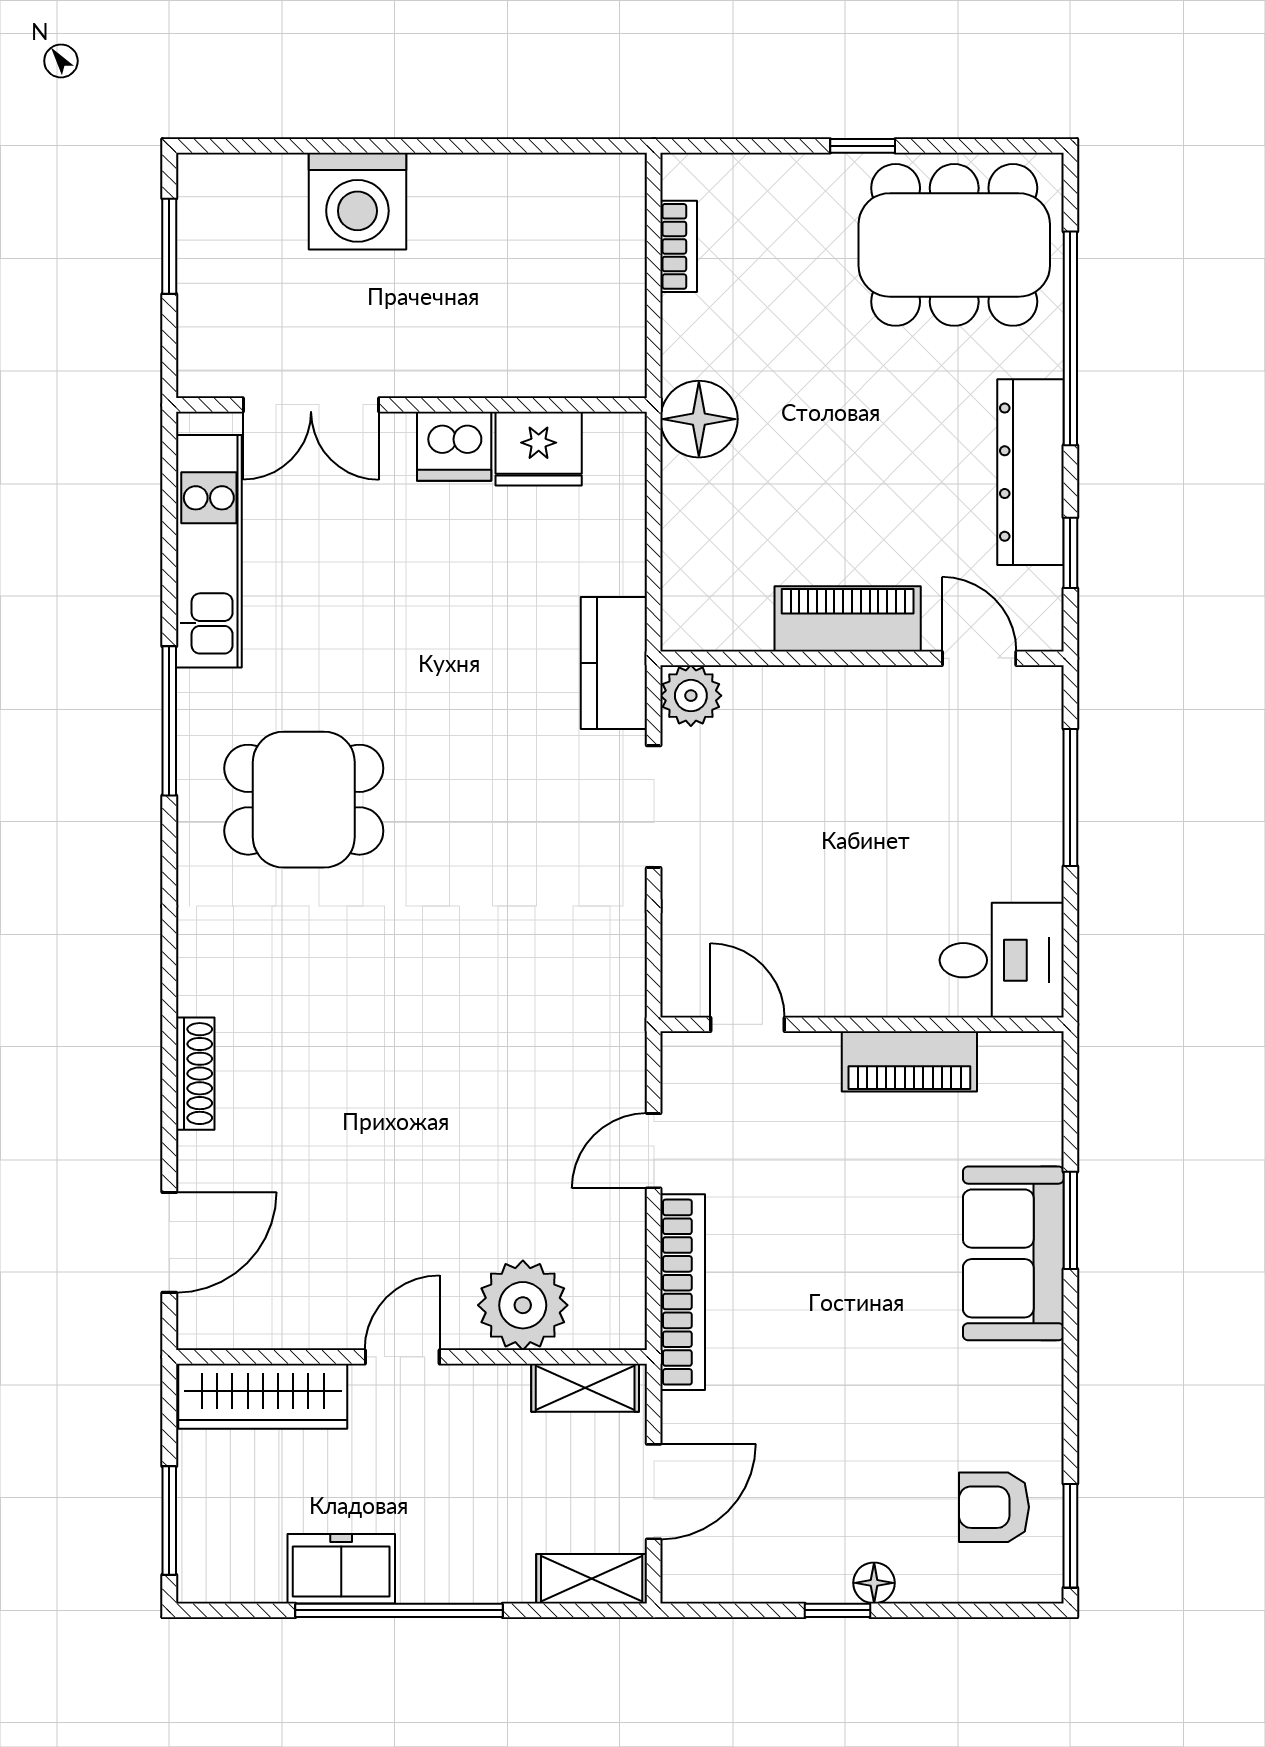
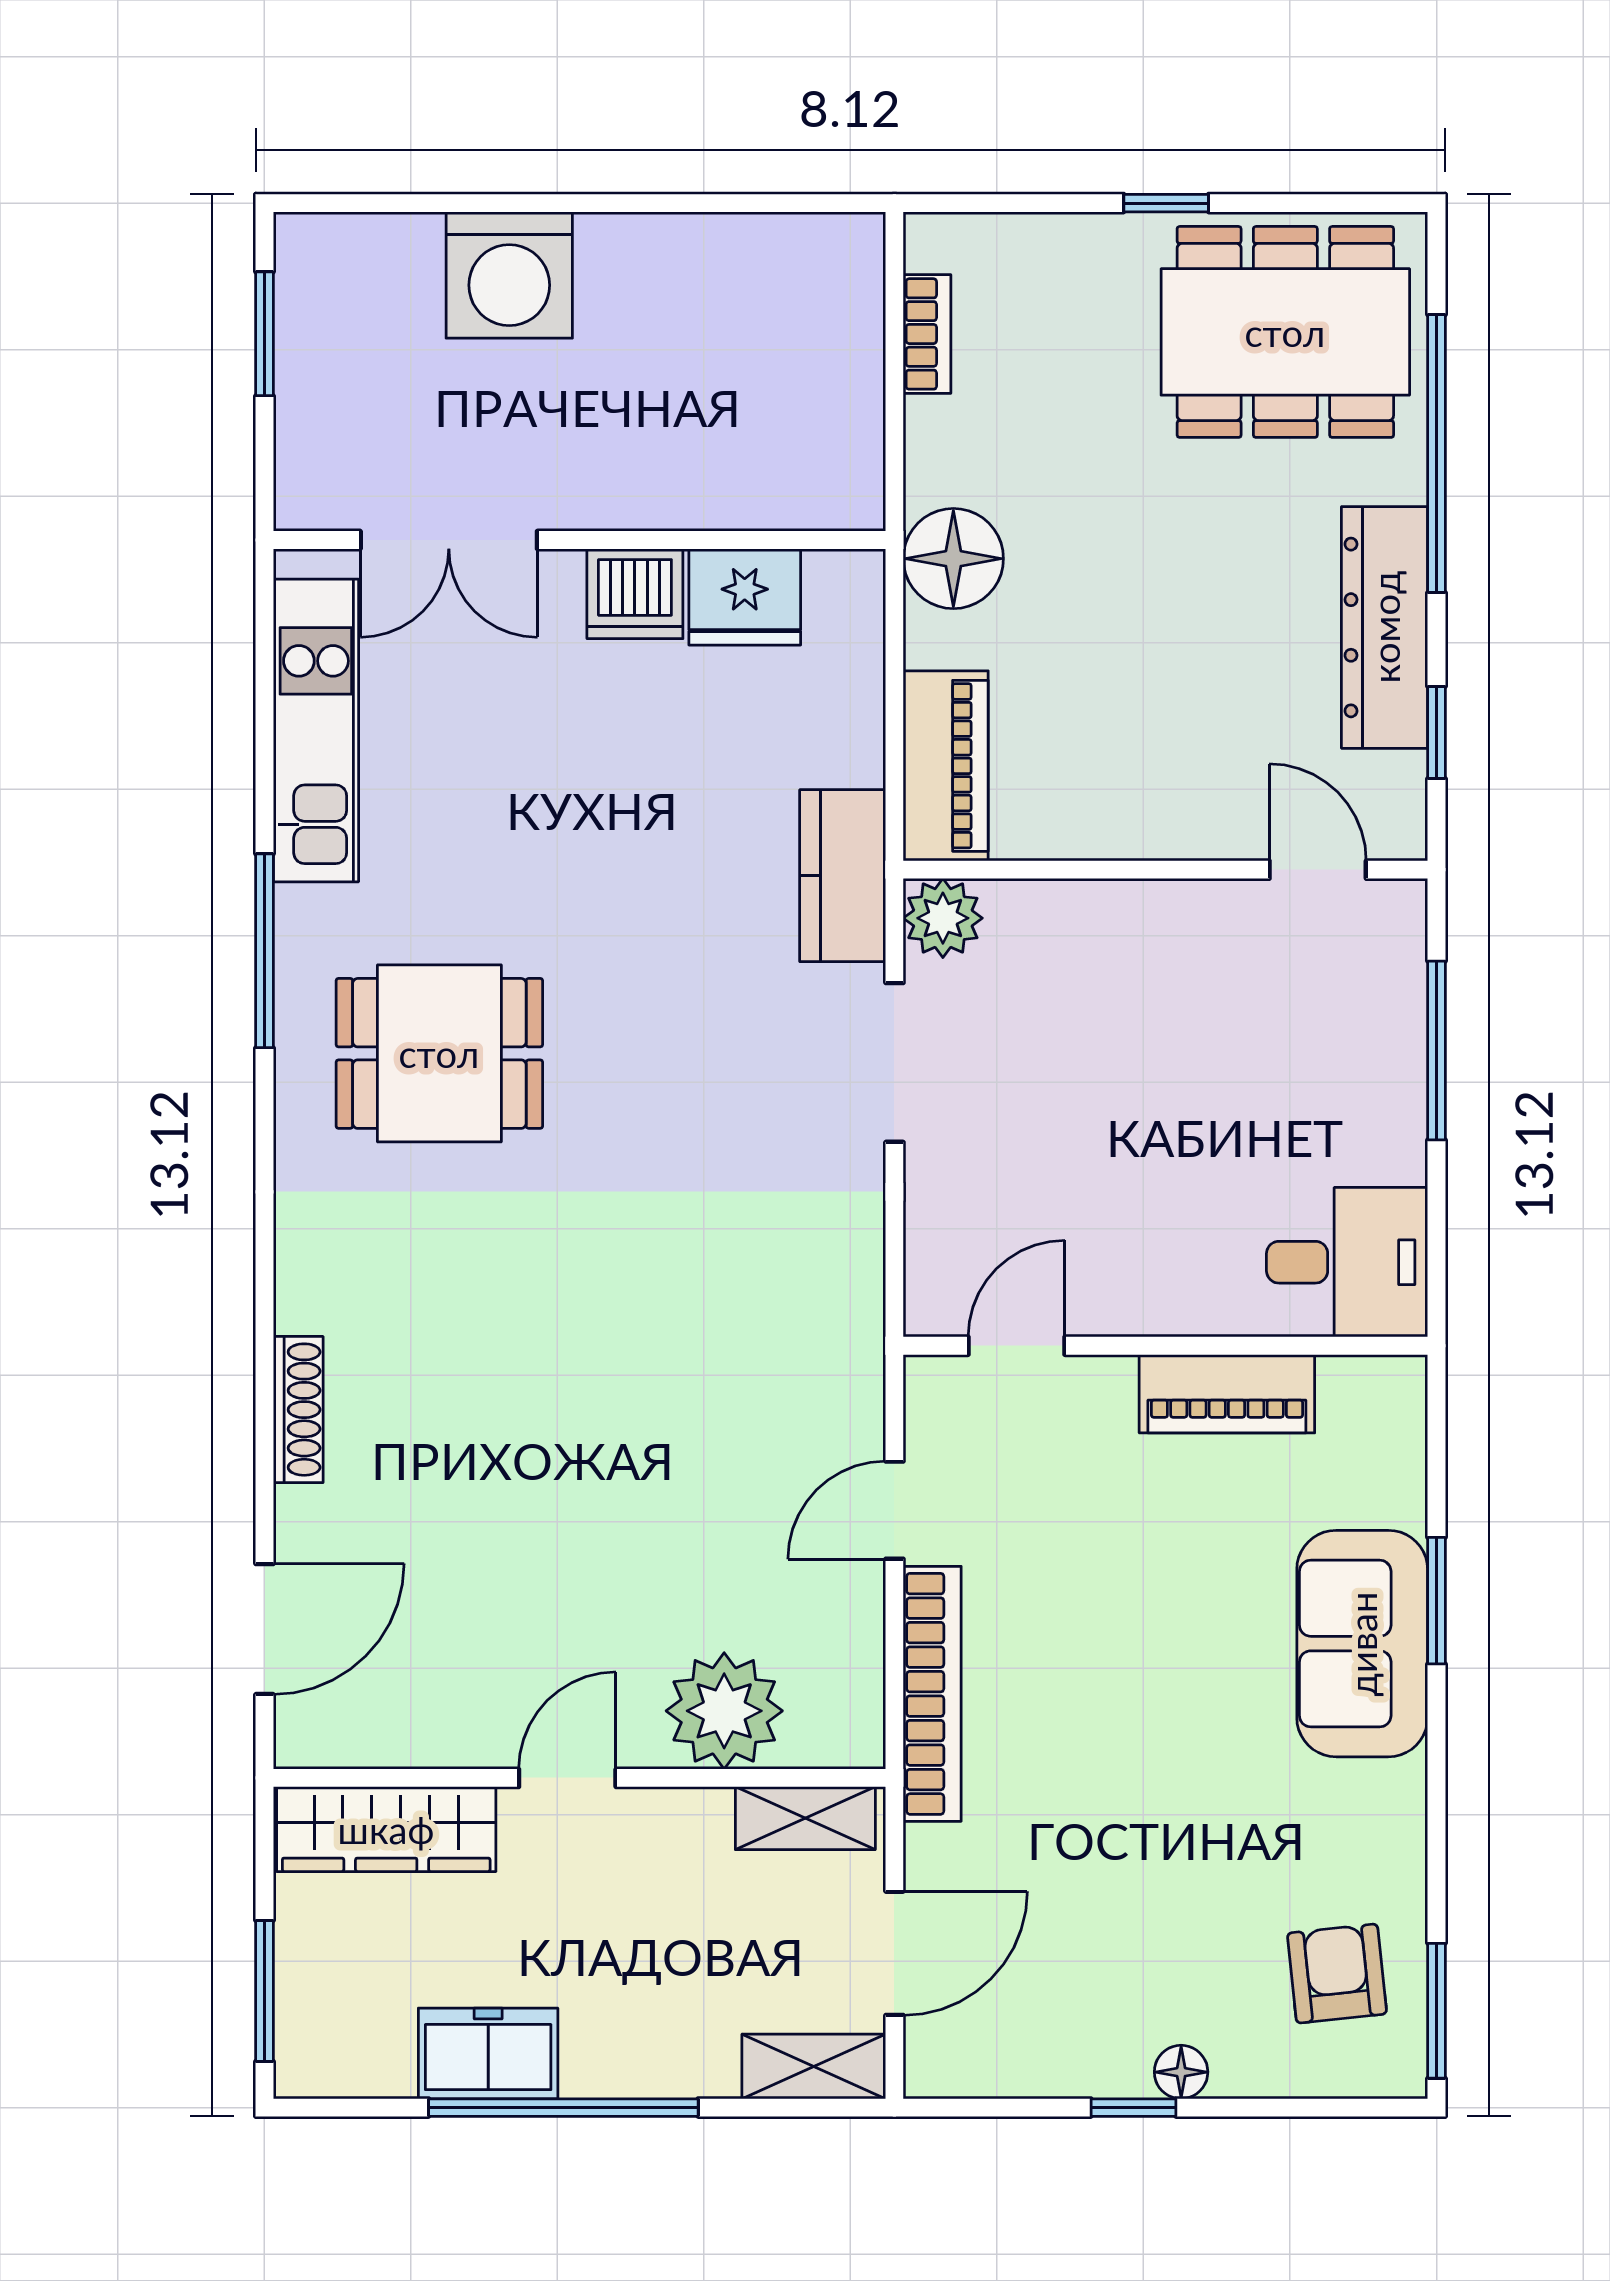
piano: (848, 619) -> (946, 766), moved, turned 90
door: (748, 1024) -> (1016, 1346), hinge flipped
armchair: (994, 1507) -> (1337, 1974), turned 84

